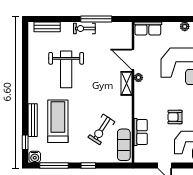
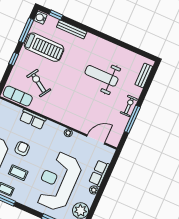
row of seats: (148, 28) -> (99, 173), moved
door: (133, 59) -> (96, 140), moved
shelving: (126, 83) -> (68, 121), removed
treadmill: (58, 121) -> (44, 47), moved
row of seats: (141, 132) -> (33, 119), moved

